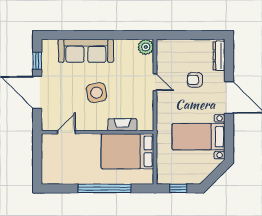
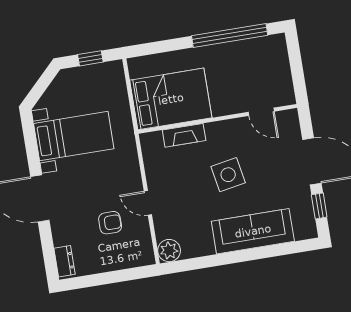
dresser: (219, 56) -> (65, 261), width x0.70
armchair: (195, 80) -> (110, 223), moved
door: (66, 132) -> (261, 112), hinge flipped
window: (105, 188) -> (230, 35), moved

